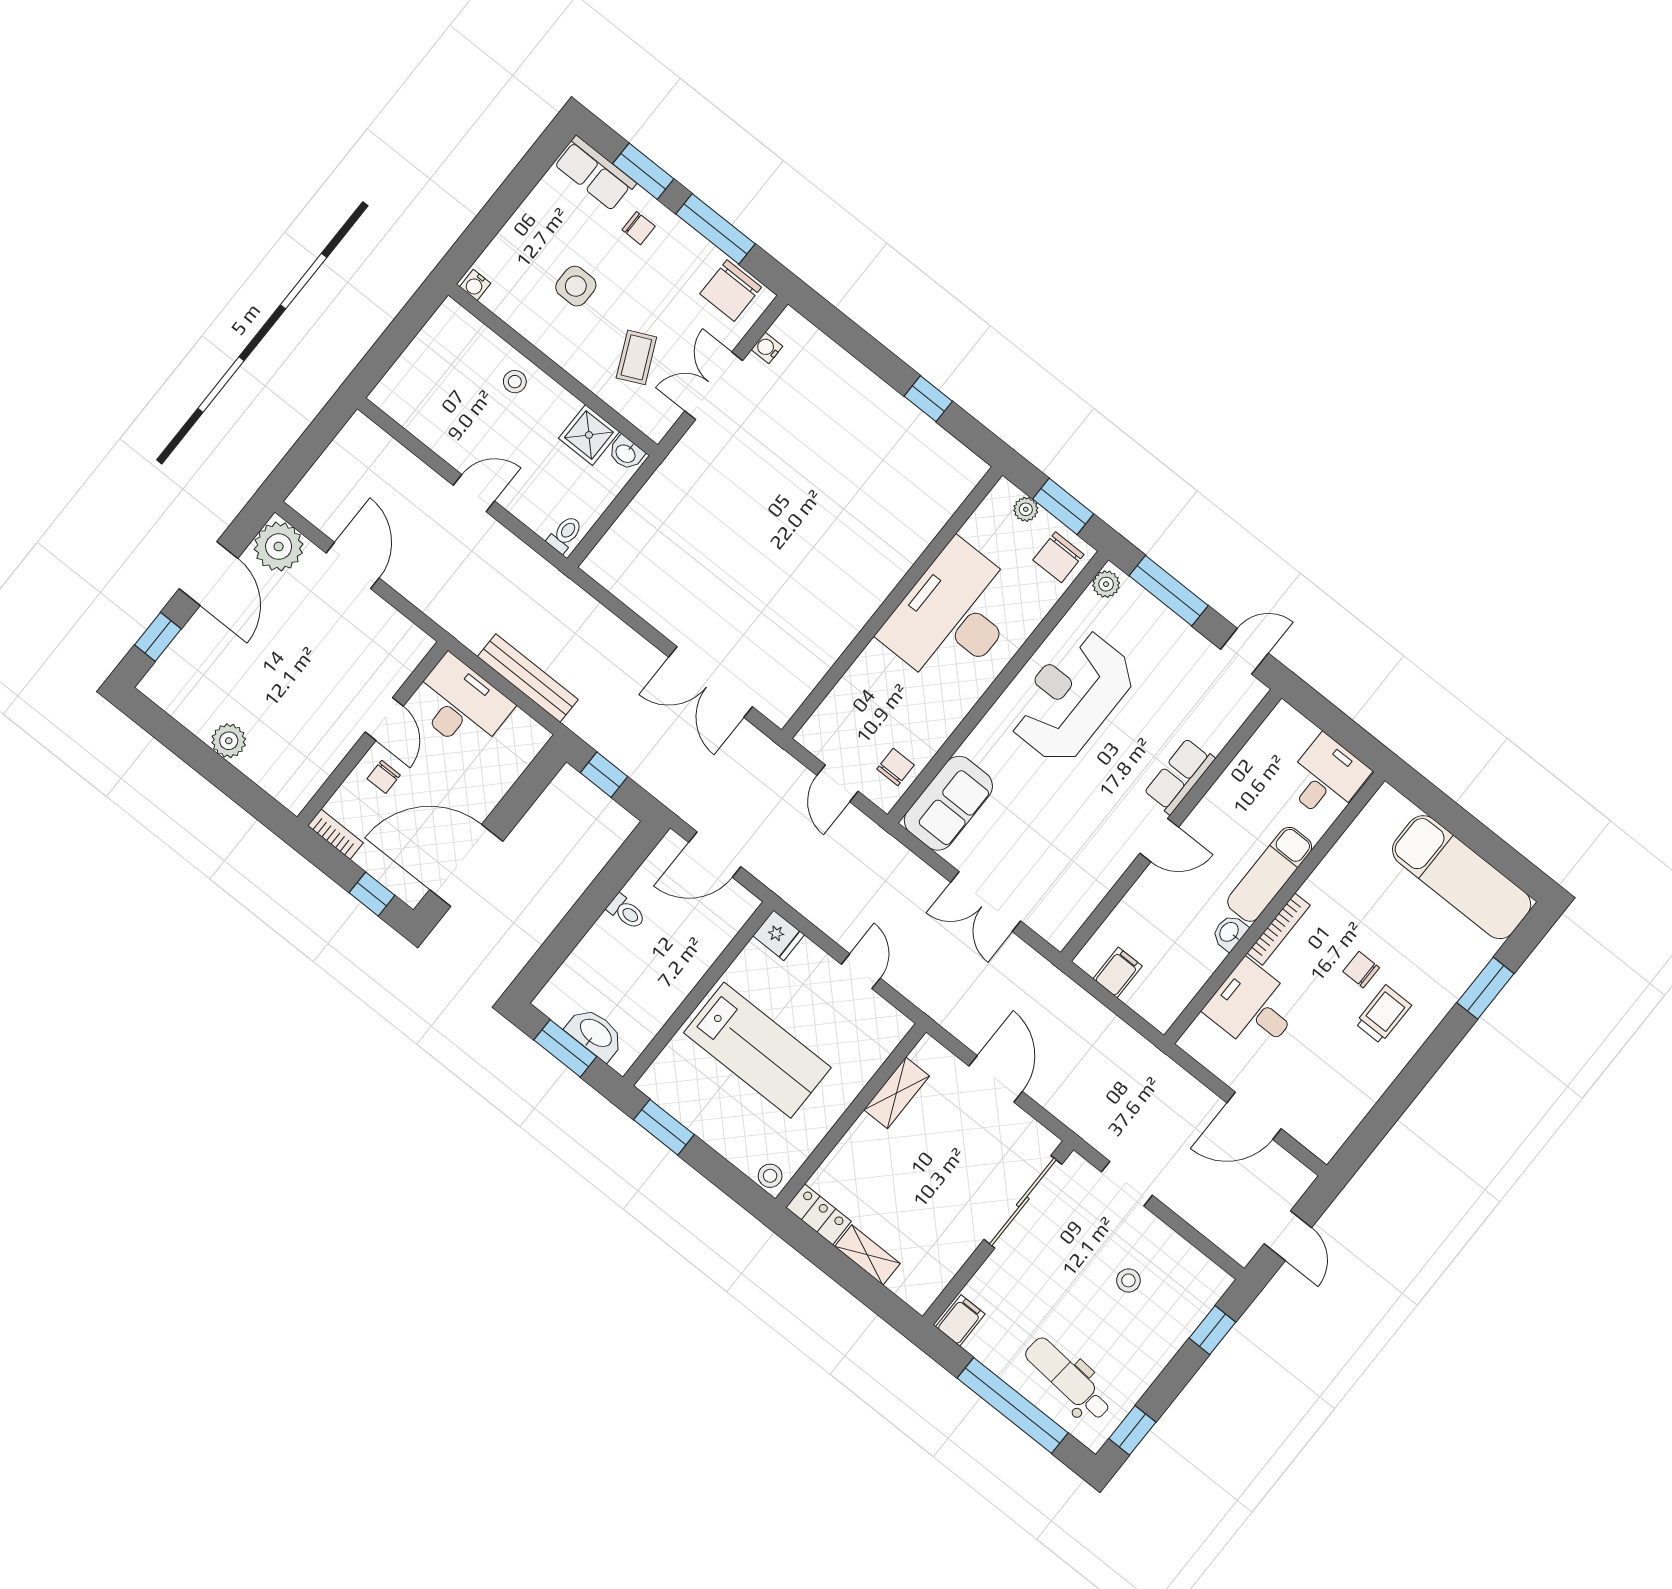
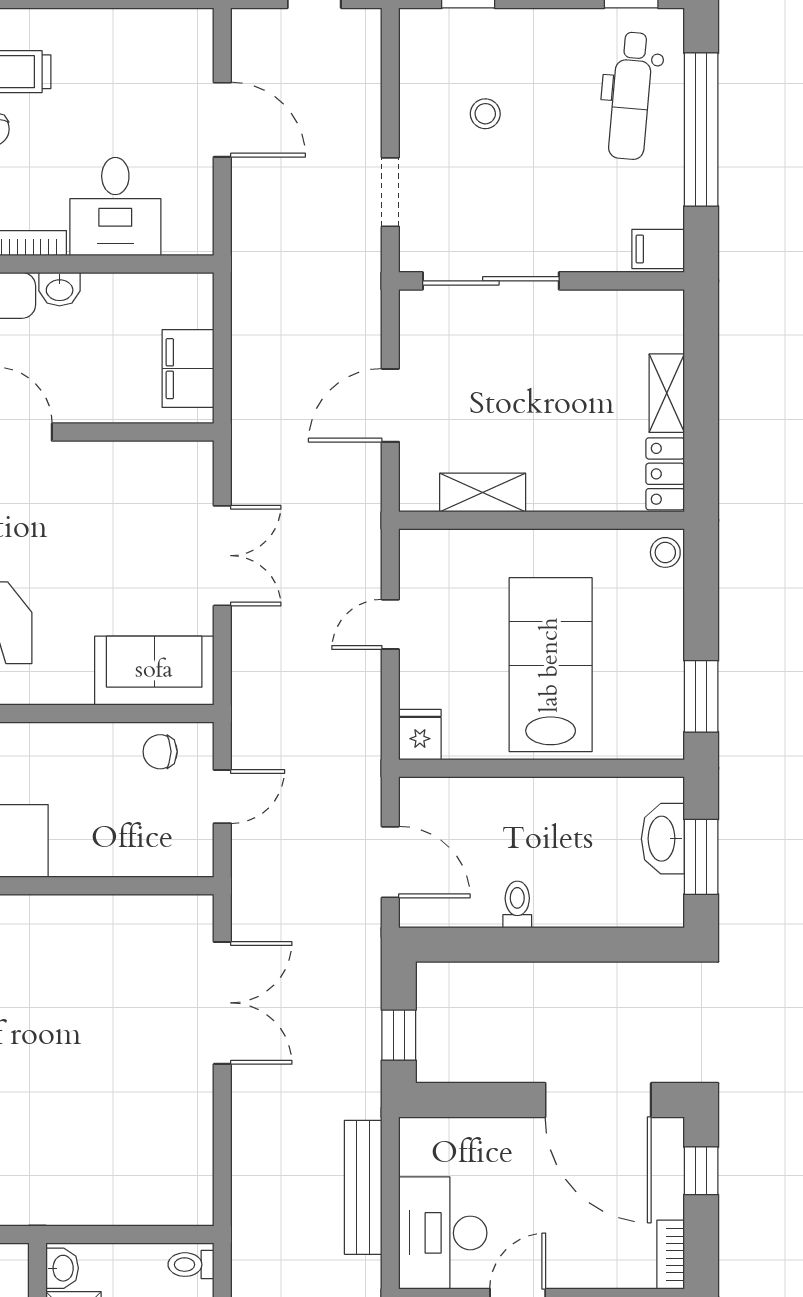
chair: (384, 777) -> (576, 1252), removed
filing cabinet: (1118, 972) -> (188, 369), width x2.00

